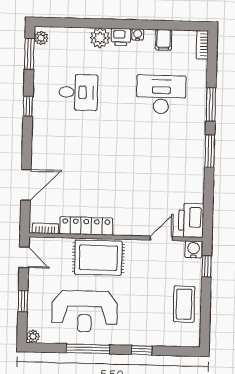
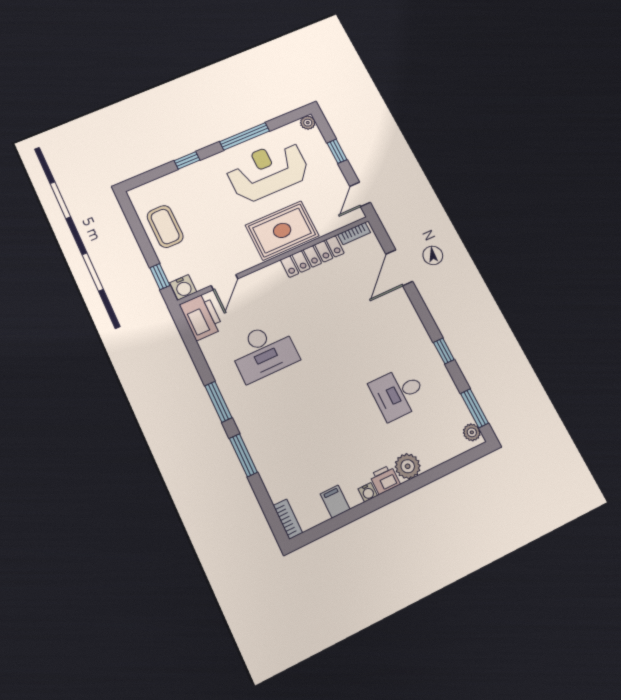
desk: (161, 94) -> (264, 352), moved
door: (24, 257) -> (360, 194), hinge flipped

